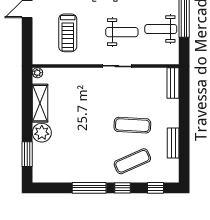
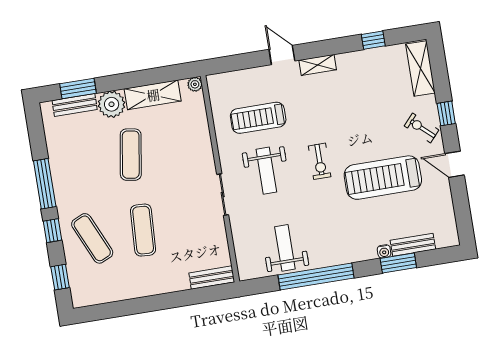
weight bench: (122, 32) -> (266, 171), moved
exercise mat: (79, 125) -> (131, 155), added
bench: (173, 143) -> (75, 105), moved

